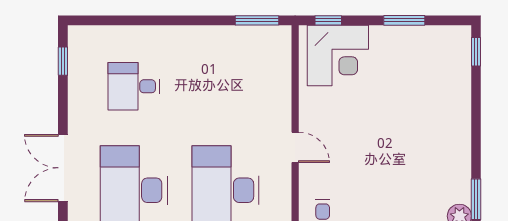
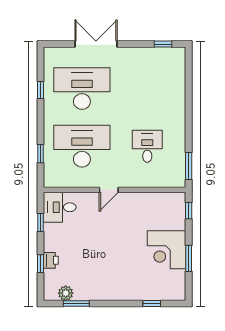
window: (476, 52) -> (152, 304), moved
corner desk: (338, 55) -> (167, 250), moved
desk: (134, 86) -> (147, 146), moved

